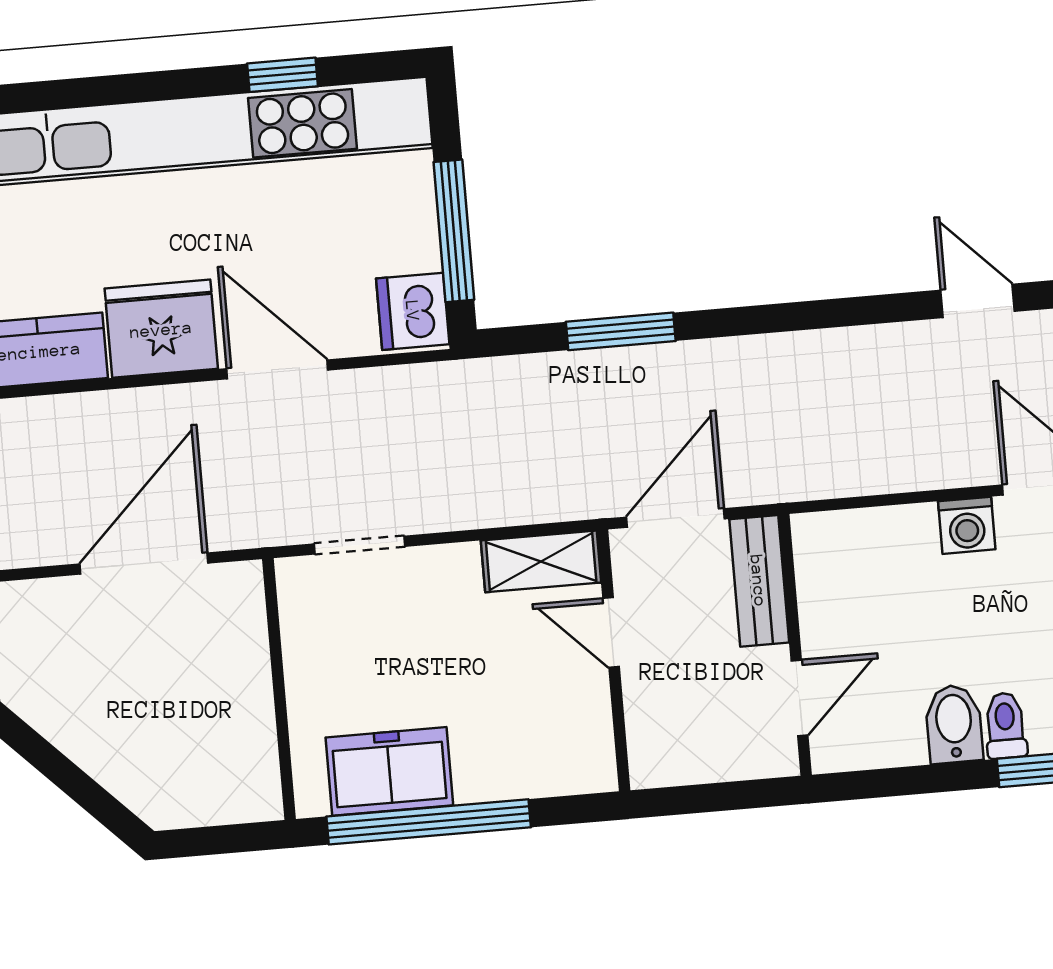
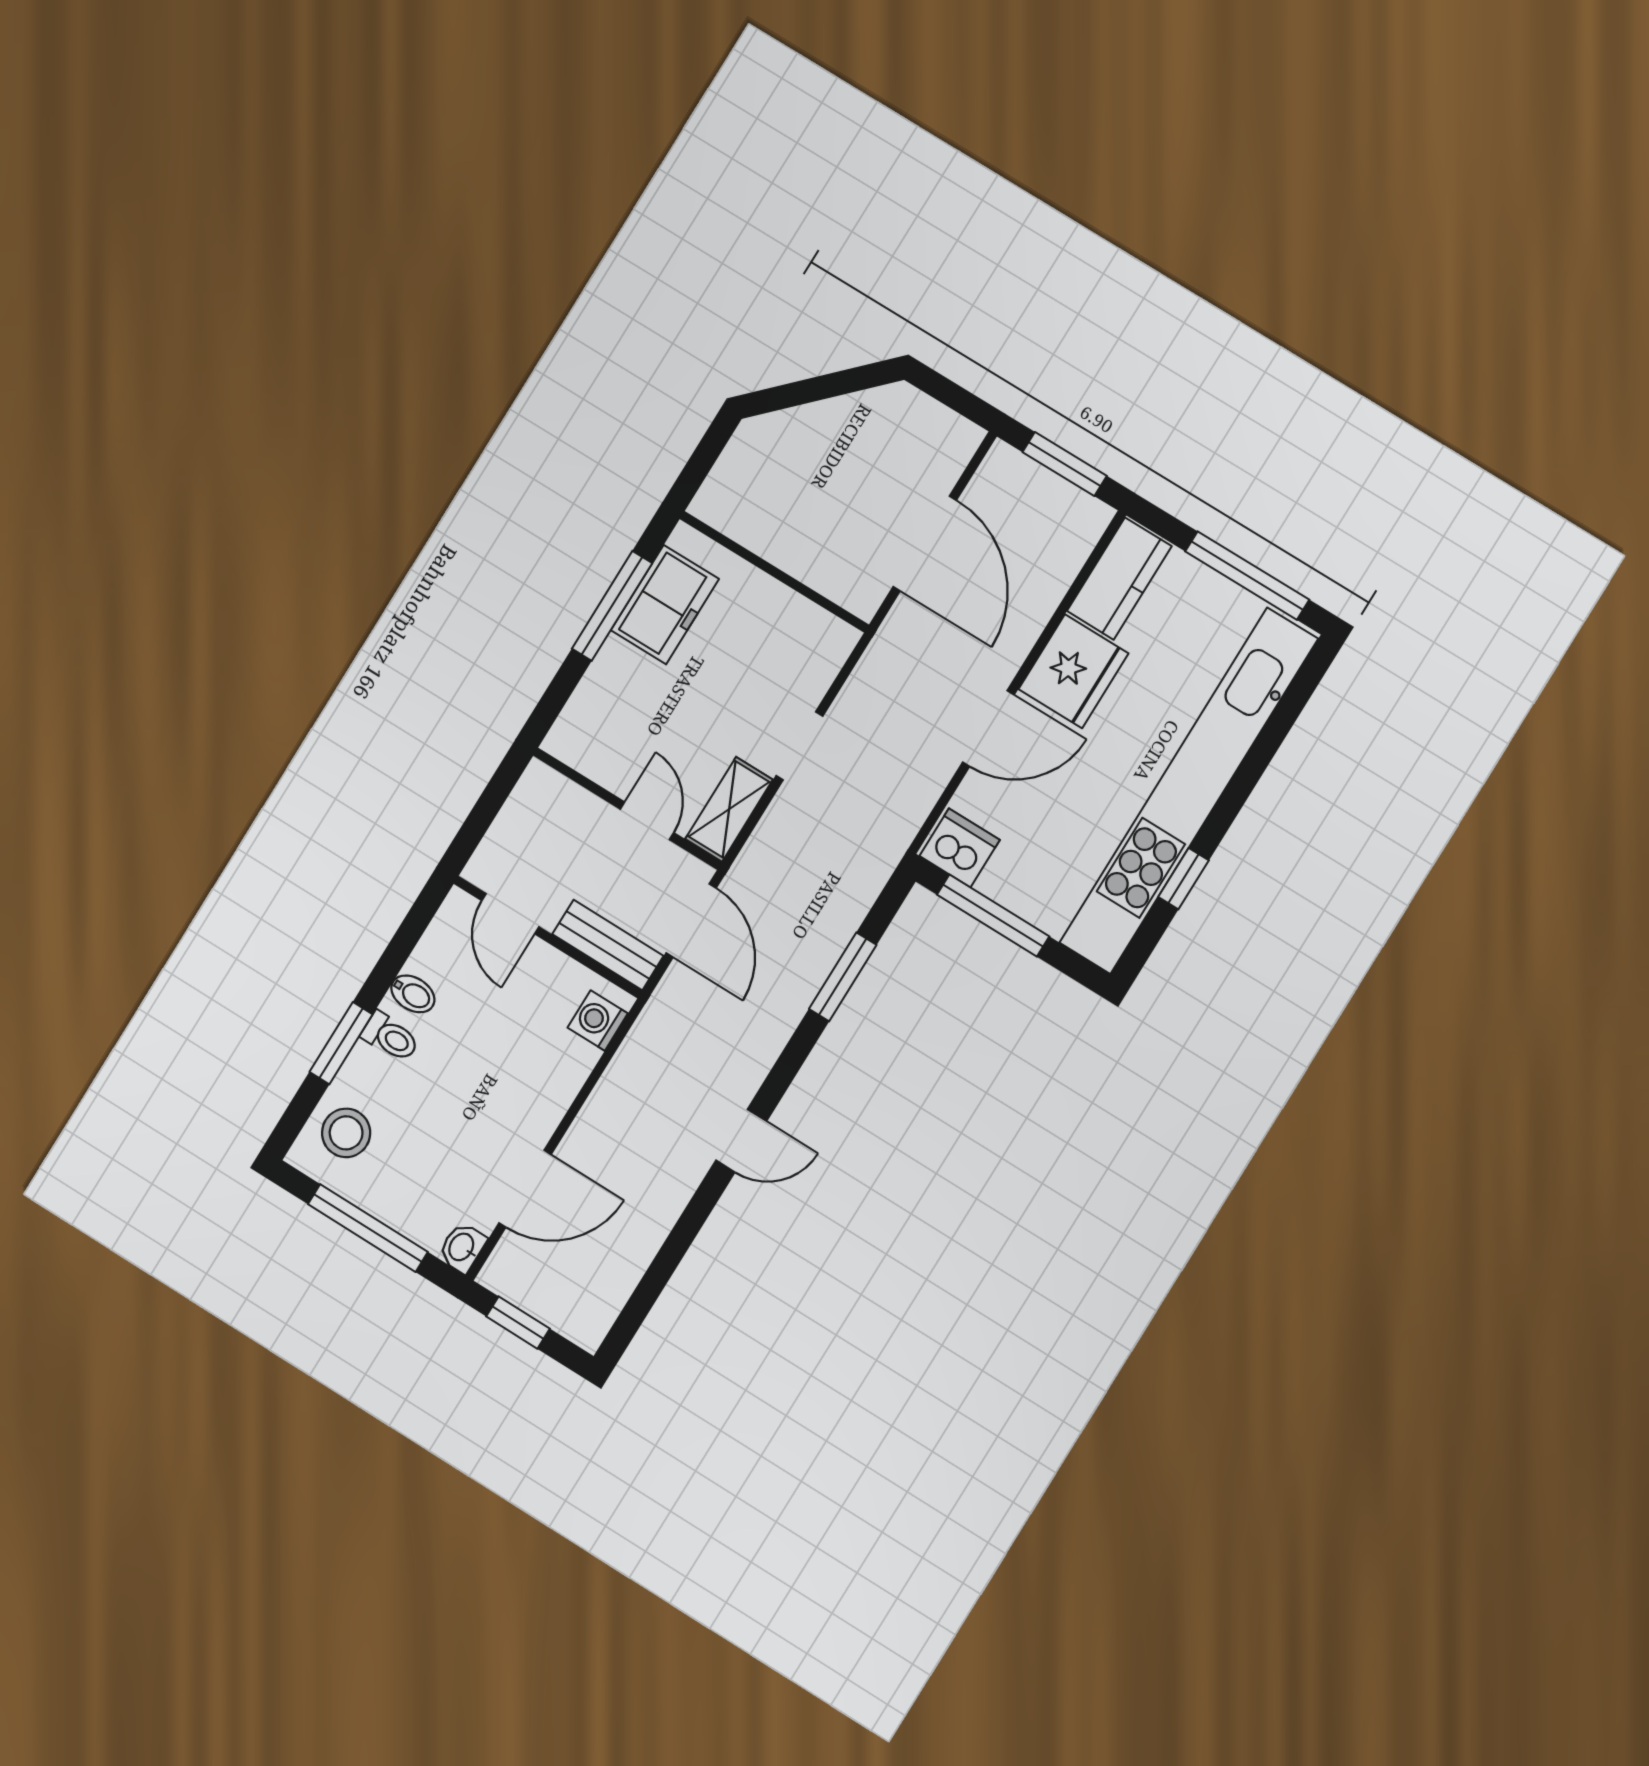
door: (978, 301) -> (741, 1141), moved
washing machine: (967, 525) -> (598, 1021), moved
doorway: (360, 545) -> (799, 746), moved
door: (611, 633) -> (647, 821), hinge flipped
bidet: (954, 724) -> (413, 994), width x0.72, depth x0.74
window: (429, 822) -> (612, 606), width x0.68

